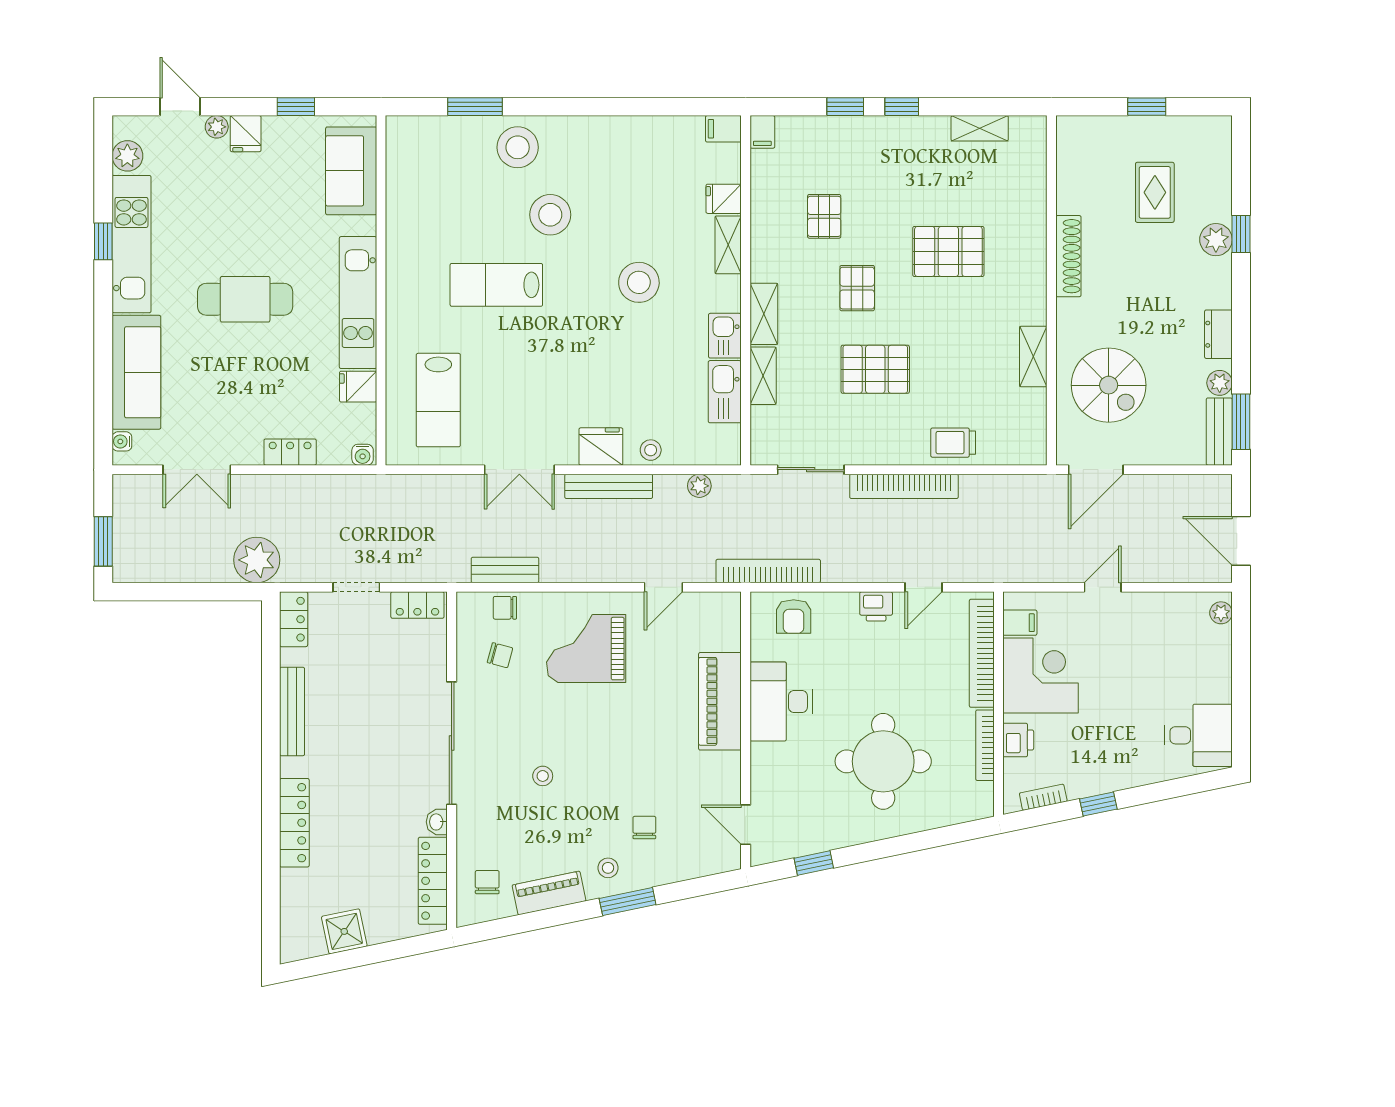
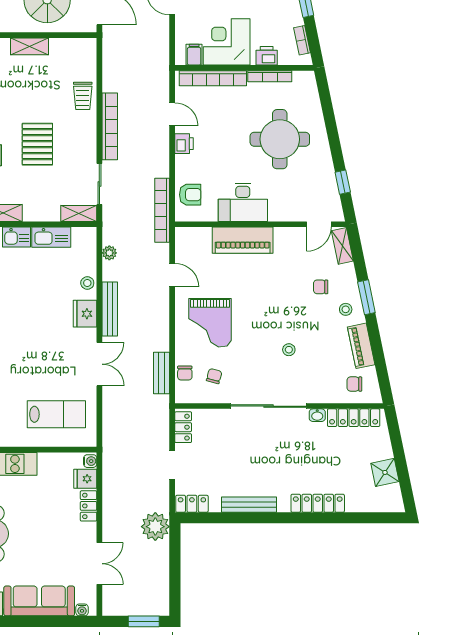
shelving: (763, 376) -> (79, 213), moved
fridge: (358, 387) -> (85, 479), moved, turned 90
shelving: (711, 863) -> (342, 246), added

